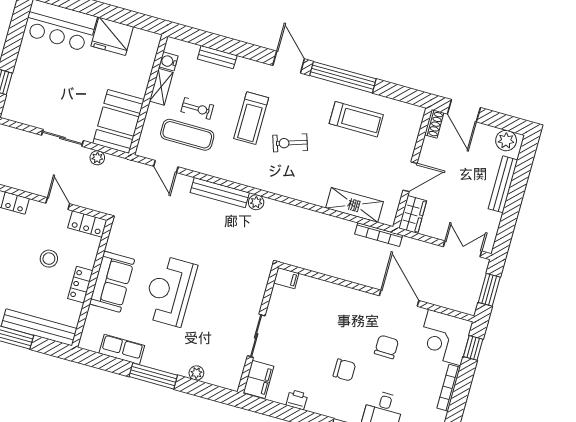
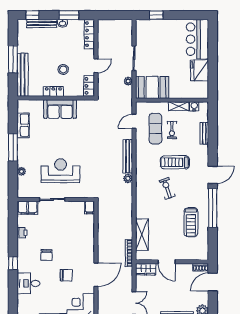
reception desk: (170, 291) -> (61, 171), moved

